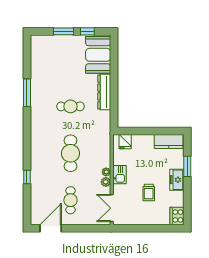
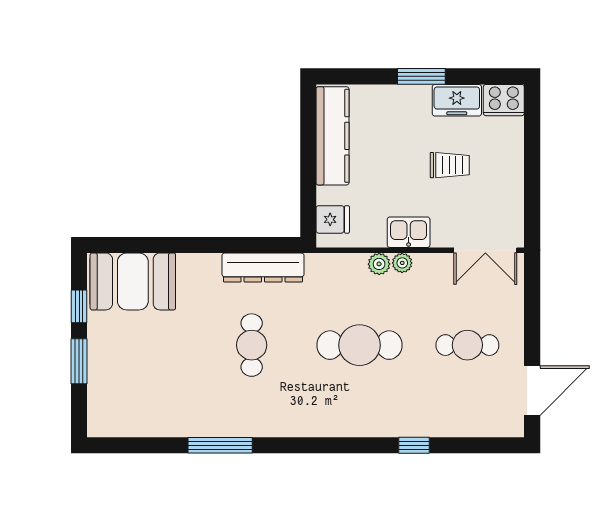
dresser: (104, 92) -> (263, 267), moved
kitchen counter: (169, 142) -> (333, 136), width x1.50
window: (187, 166) -> (421, 76), moved
freezer: (177, 180) -> (457, 100), moved
plant: (106, 182) -> (379, 264), moved
door: (51, 228) -> (532, 391), swing flipped

